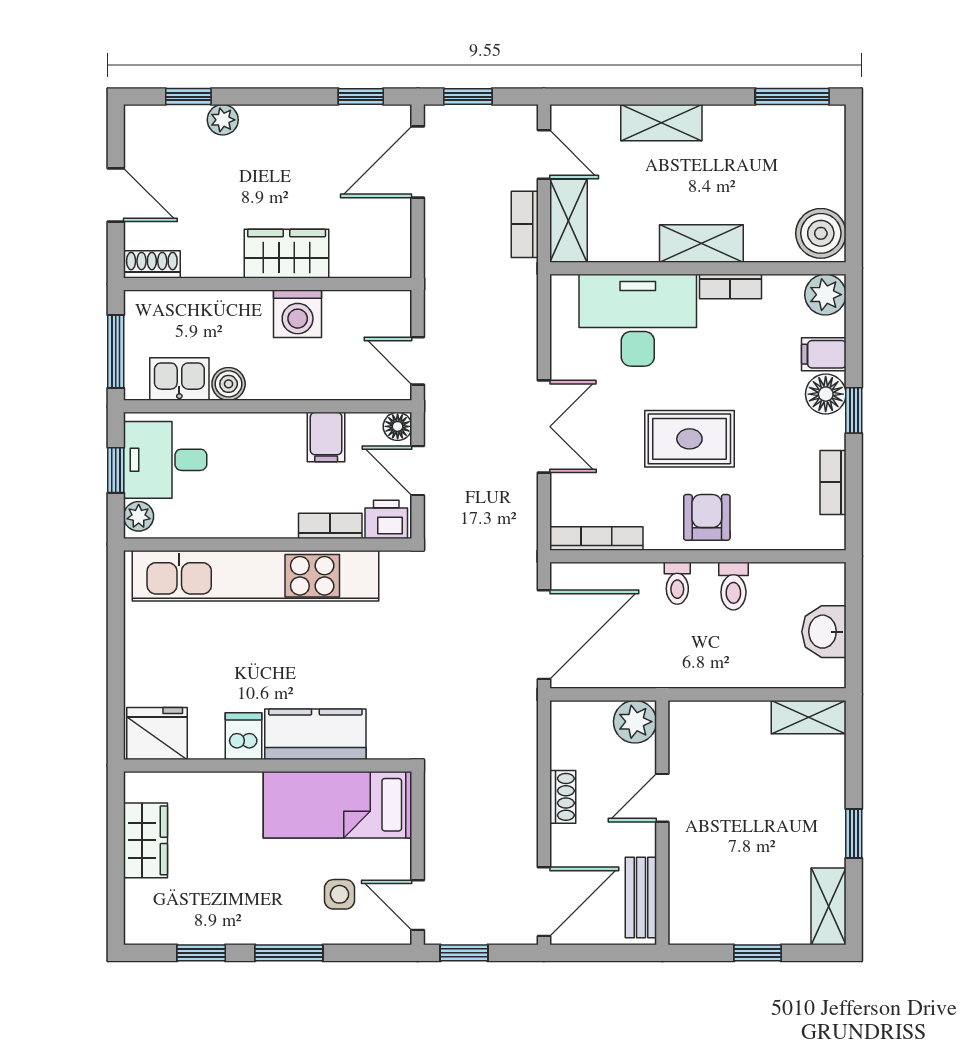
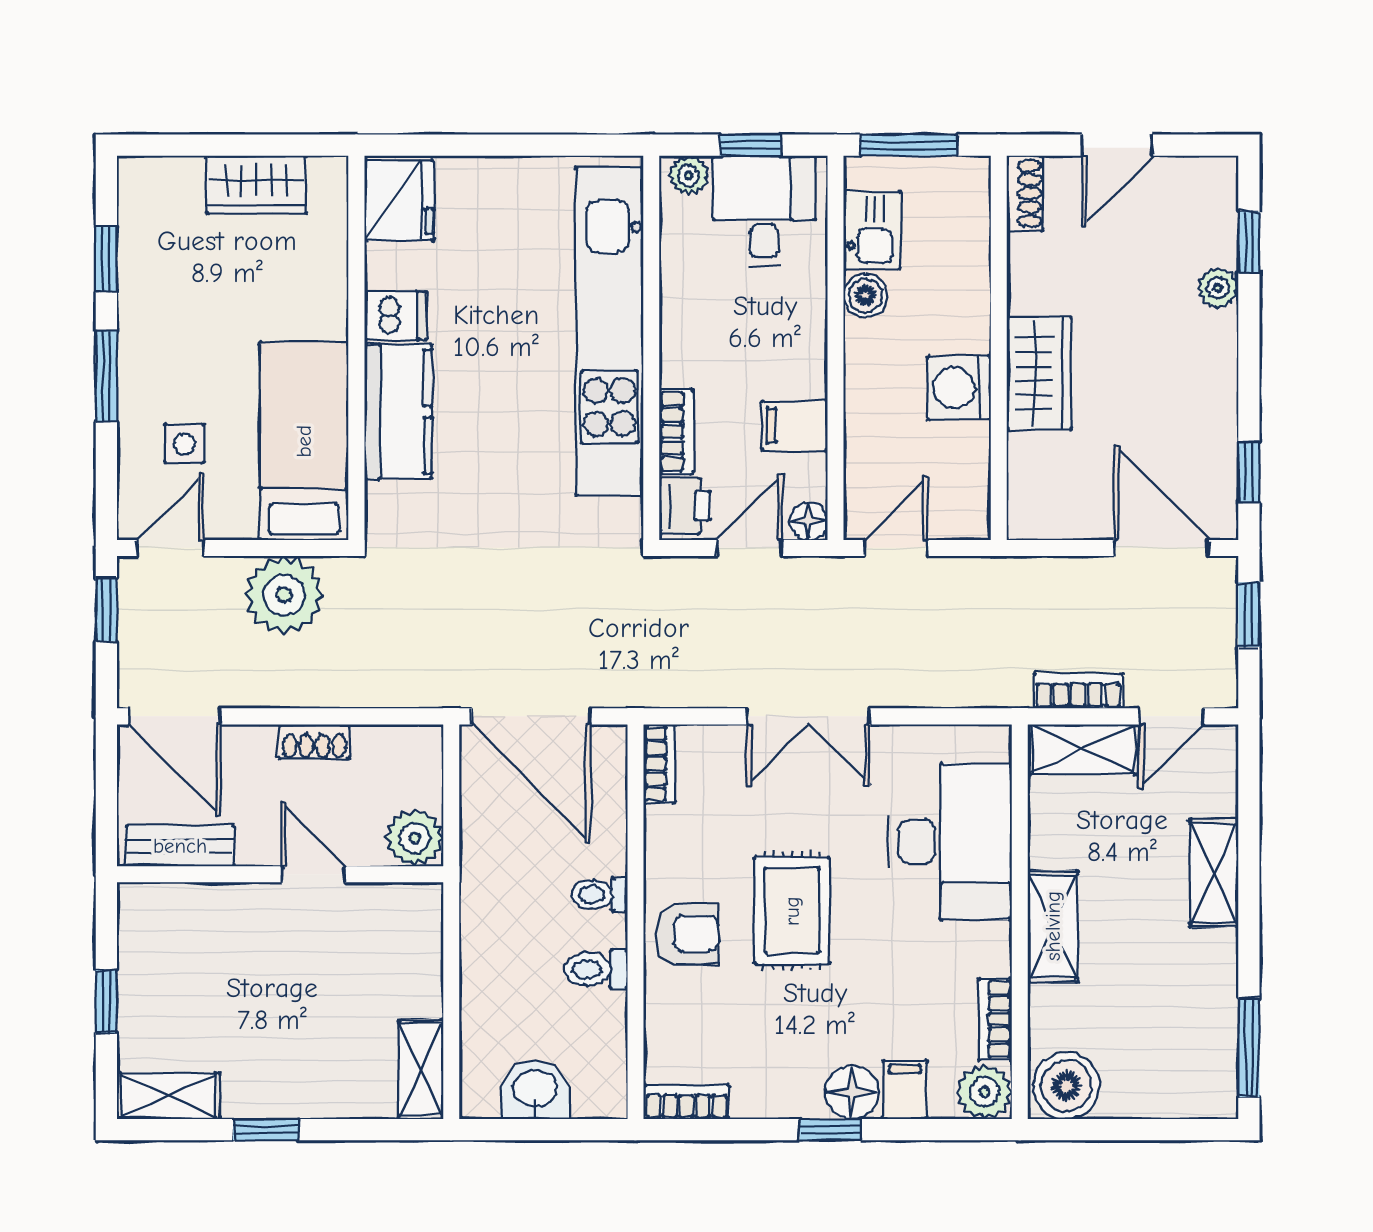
bookcase: (730, 286) -> (995, 1019), moved
bookcase: (833, 482) -> (686, 1102), moved
bookcase: (596, 538) -> (659, 764), width x0.64
plant: (453, 820) -> (284, 595), added

